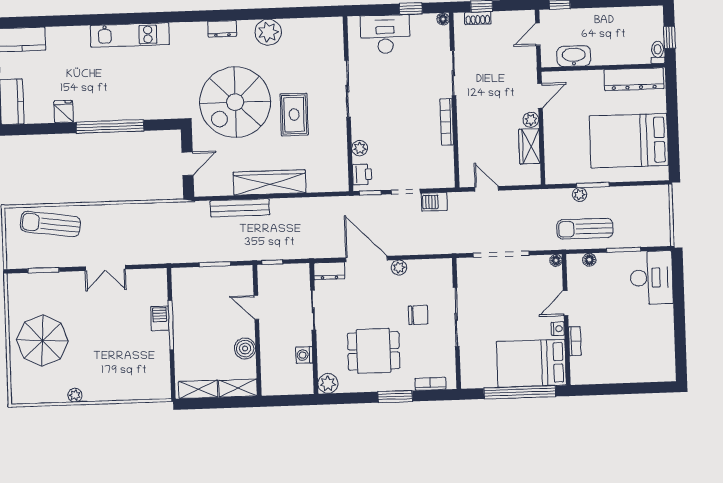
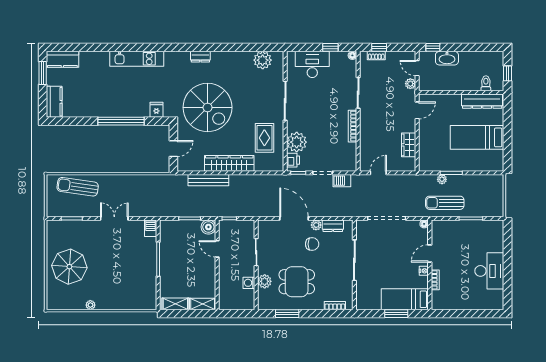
plant: (268, 32) -> (263, 60), moved
door: (538, 34) -> (417, 68), hinge flipped
toilet: (658, 52) -> (486, 83), moved
washbasin: (574, 56) -> (447, 58), moved, turned 180
spiral stairs: (235, 102) -> (208, 107), turned -90
fridge: (64, 112) -> (156, 110), moved
rug: (294, 115) -> (264, 138), moved
plant: (531, 120) -> (410, 84), moved
bed: (629, 141) -> (477, 137), width x0.67
plant: (360, 148) -> (297, 142), width x1.88, depth x1.88
door: (487, 189) -> (378, 173), hinge flipped
floor lamp: (589, 260) -> (447, 224), removed
double door: (105, 268) -> (114, 218), swing flipped
dresser: (329, 271) -> (333, 226), moved
desk: (651, 278) -> (489, 271), moved
chair: (418, 315) -> (312, 244), moved
barbecue: (160, 318) -> (151, 228), moved
boiler: (245, 348) -> (208, 227), moved
bed: (531, 363) -> (405, 299), width x0.67
plant: (328, 383) -> (265, 281), moved
window: (520, 392) -> (396, 314), width x0.47
window: (395, 397) -> (287, 314), moved

